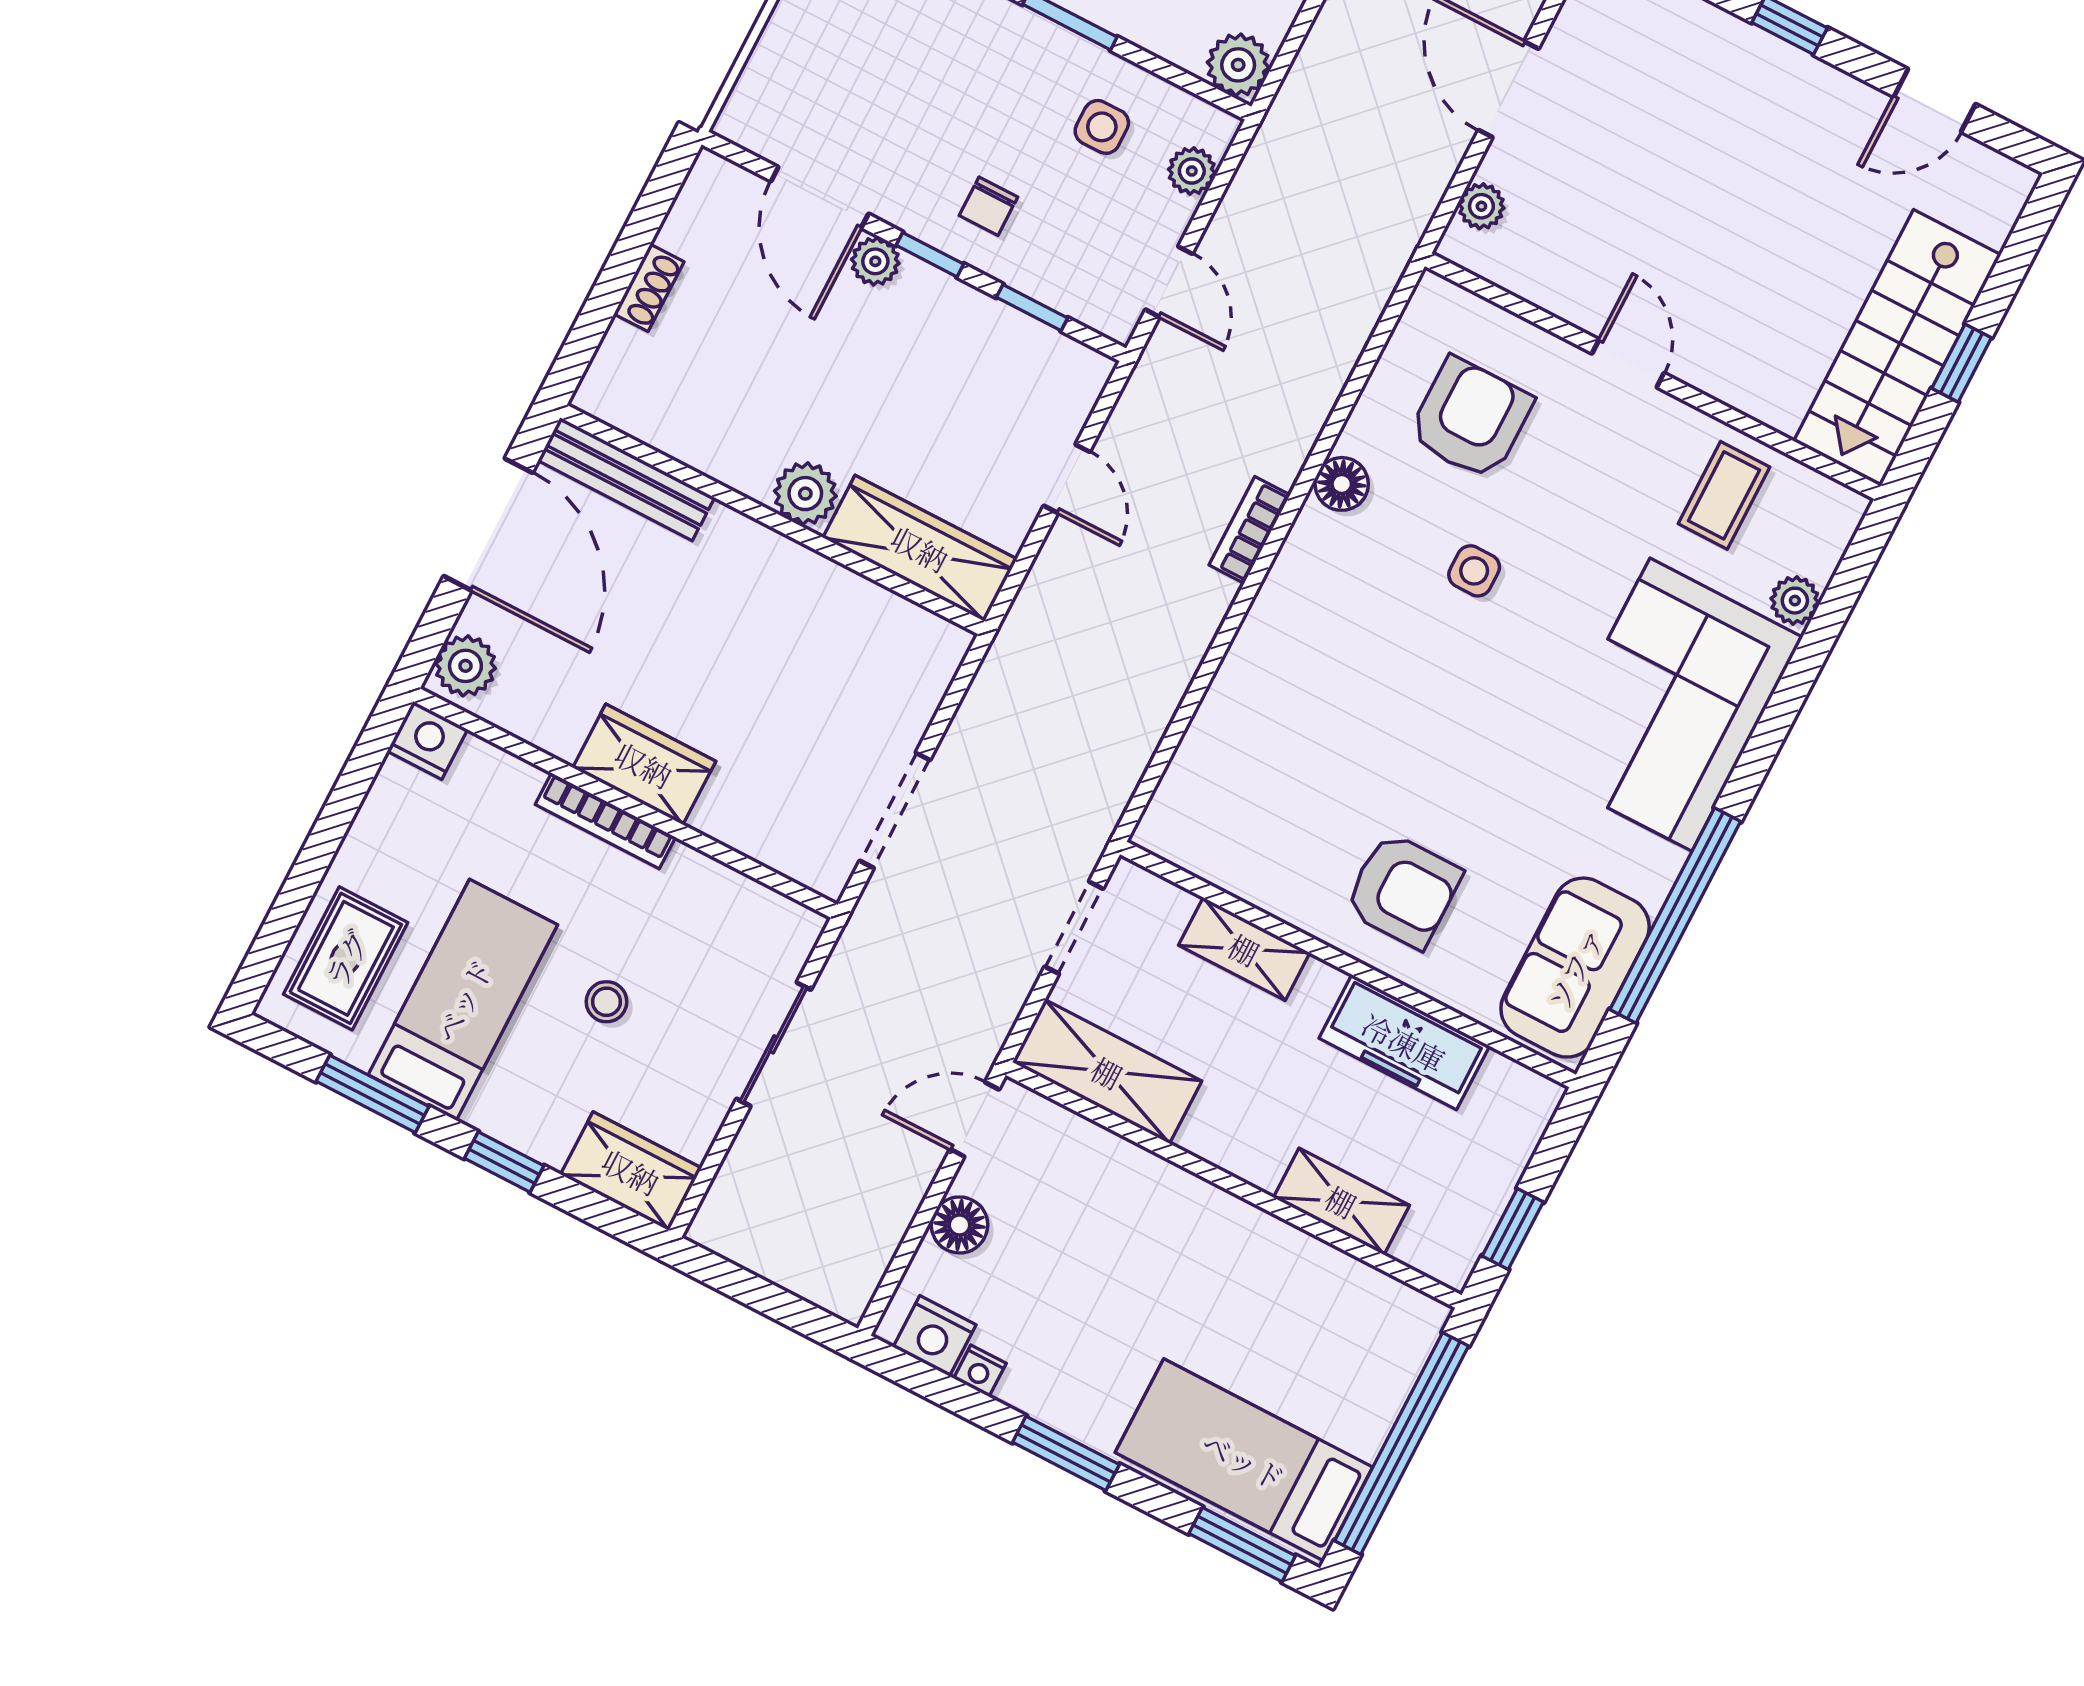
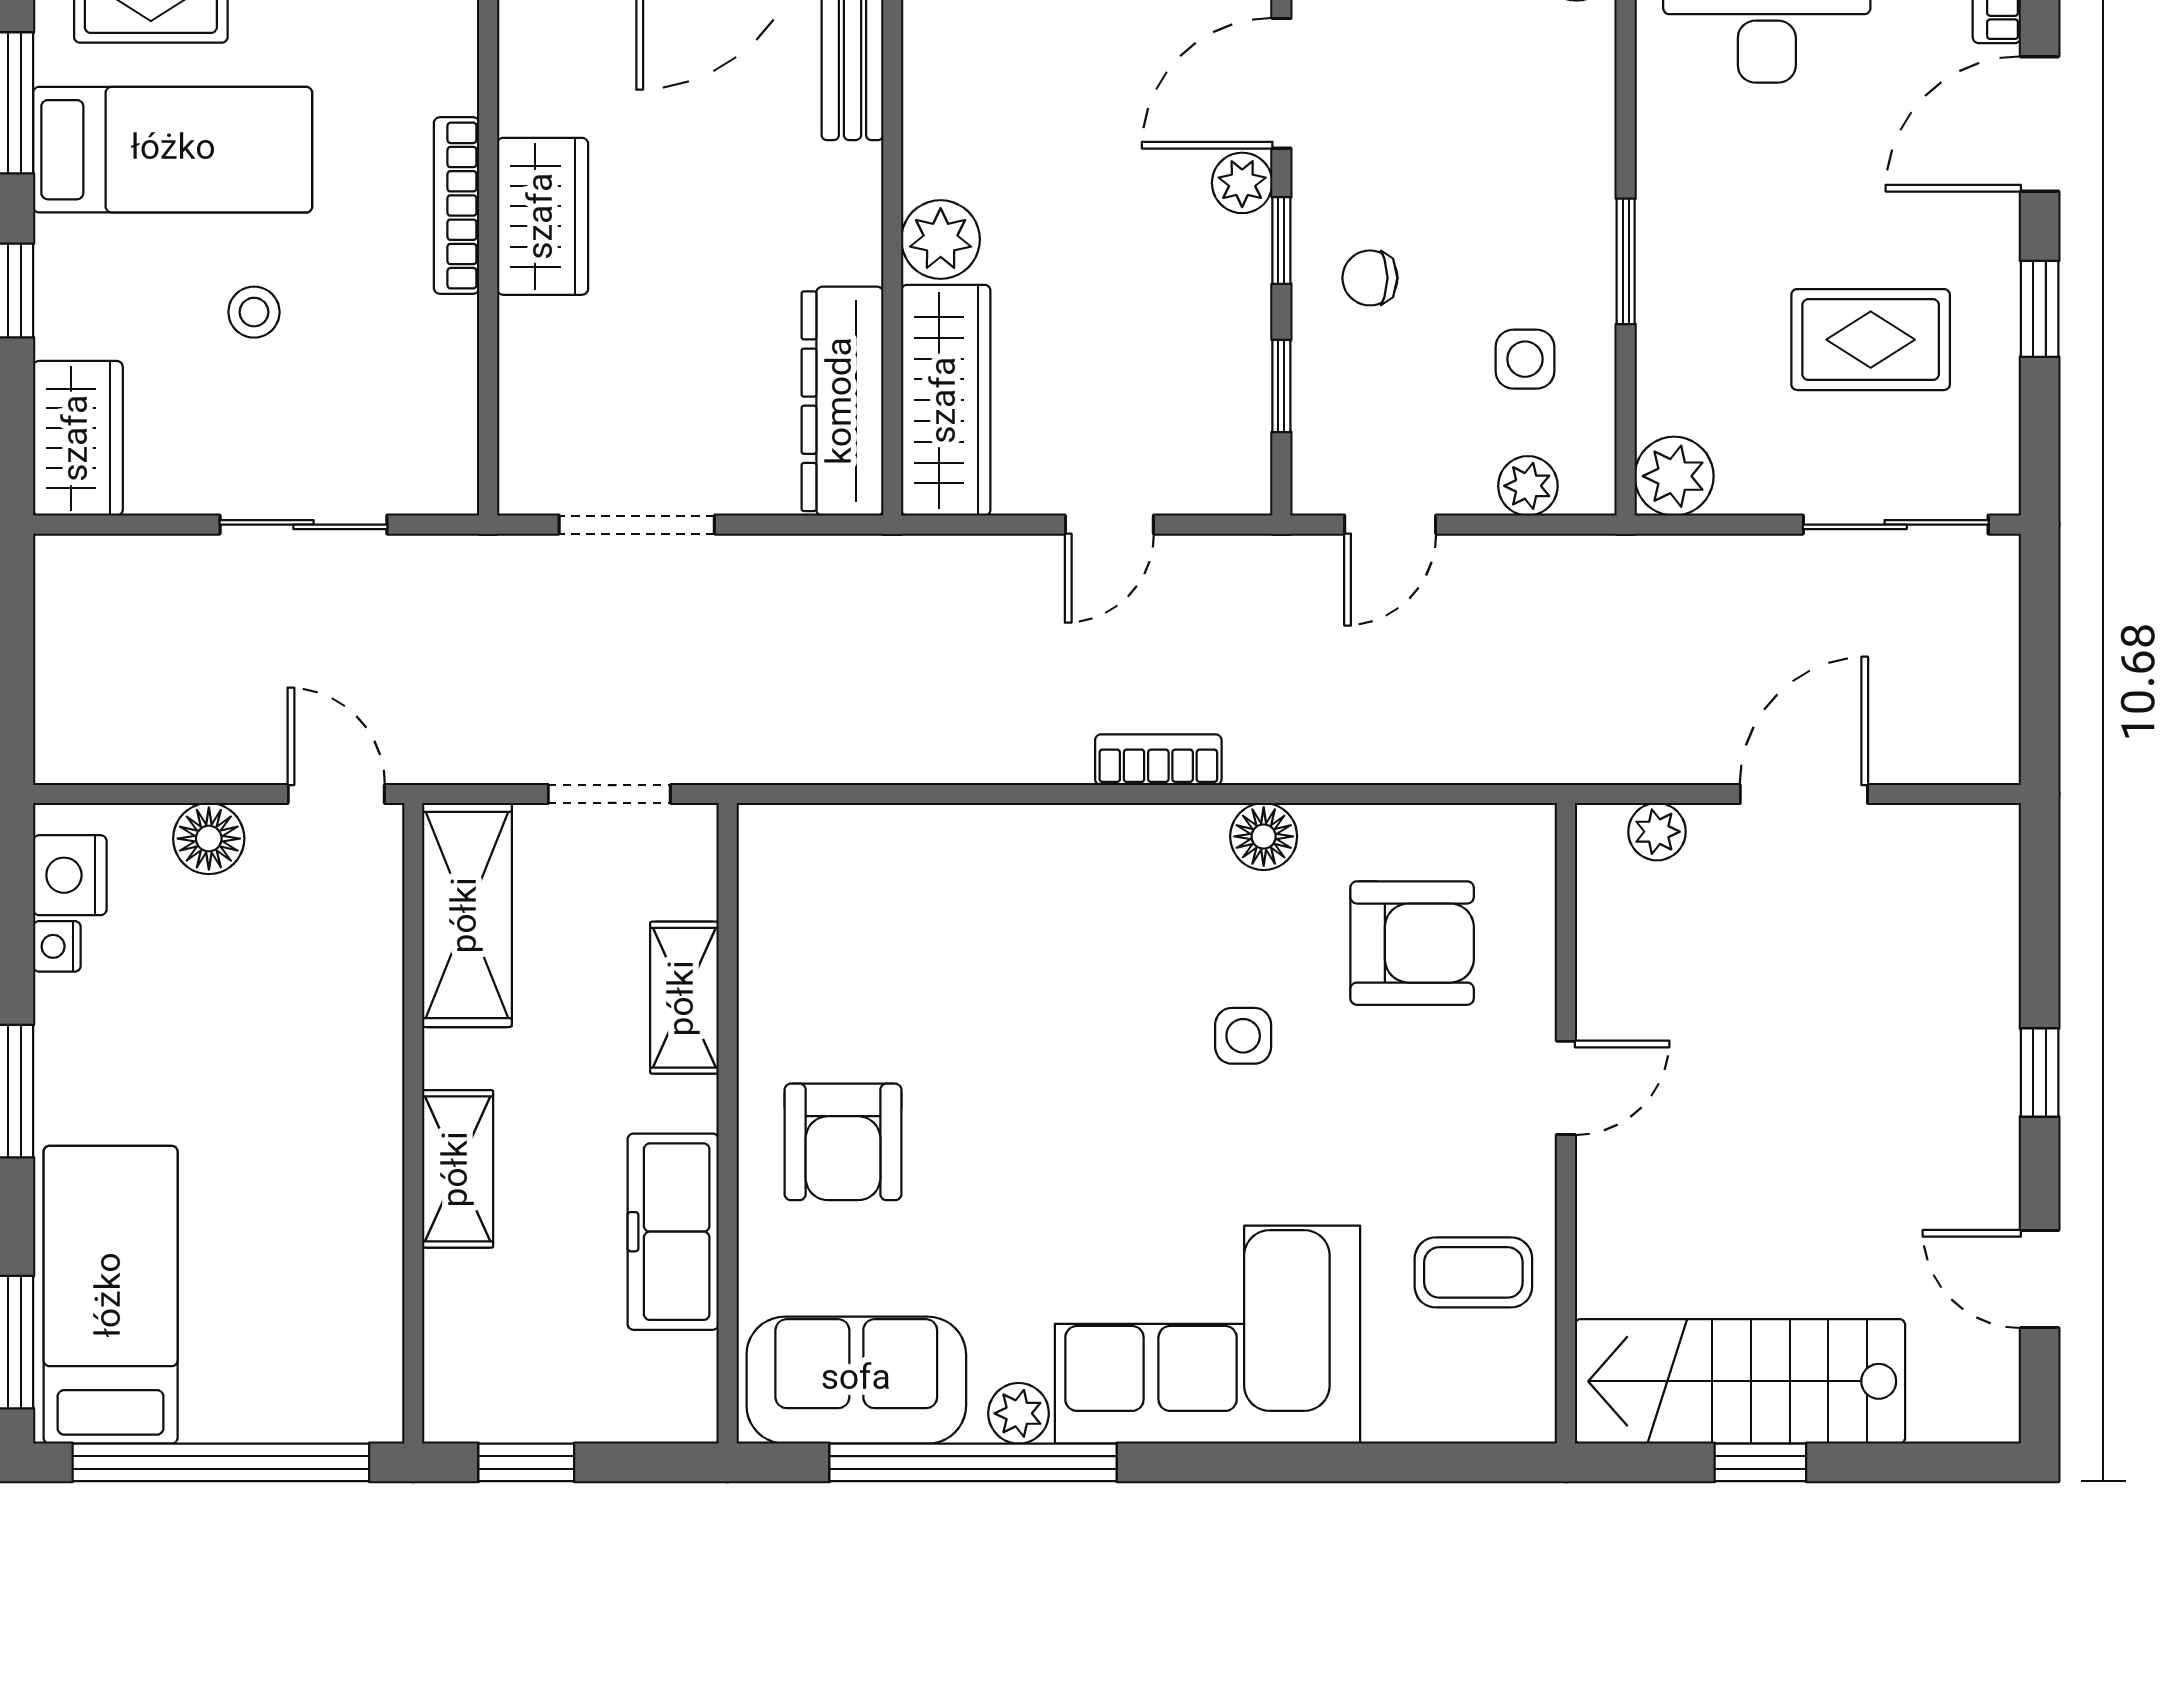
plant: (1795, 601) -> (1019, 1413), moved
dresser: (883, 621) -> (842, 401), added
shelving: (1341, 1201) -> (458, 1169), moved

